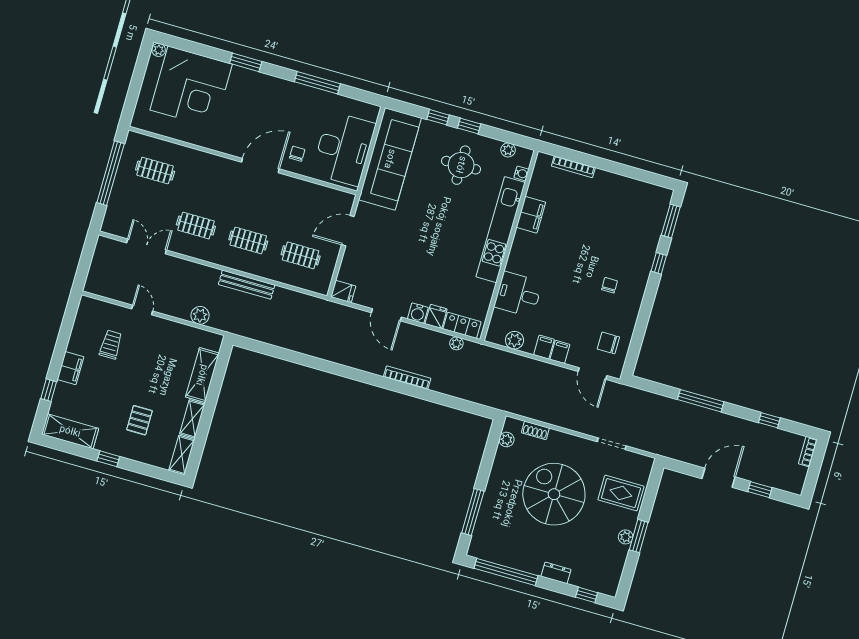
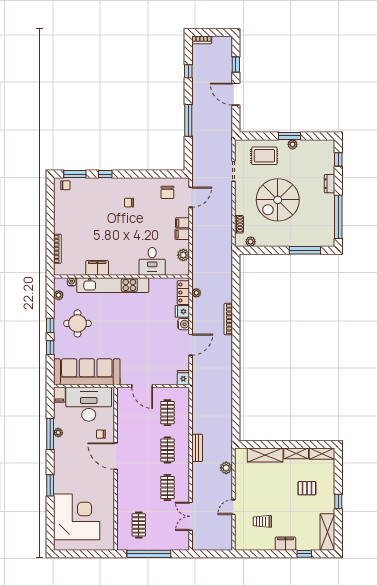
plant: (159, 50) -> (58, 433), moved
filing cabinet: (369, 111) -> (59, 395), added
chair: (659, 203) -> (65, 185), added
bench: (247, 285) -> (197, 448), width x0.73
rug: (621, 493) -> (264, 156), turned 90

